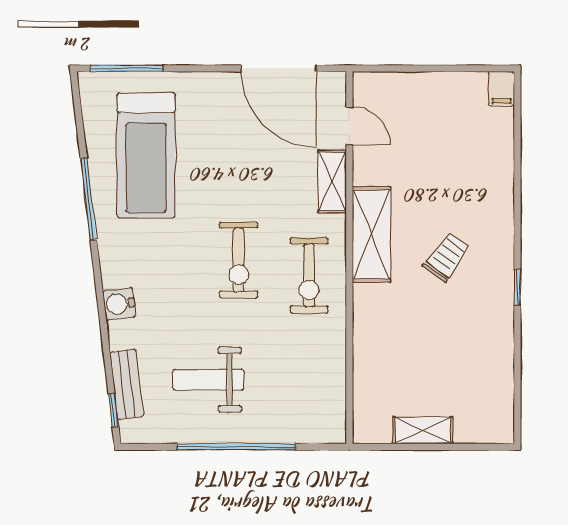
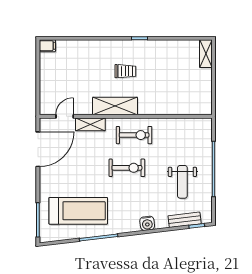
trolley: (447, 257) -> (125, 71), turned 144
shelving: (423, 430) -> (206, 54), moved

